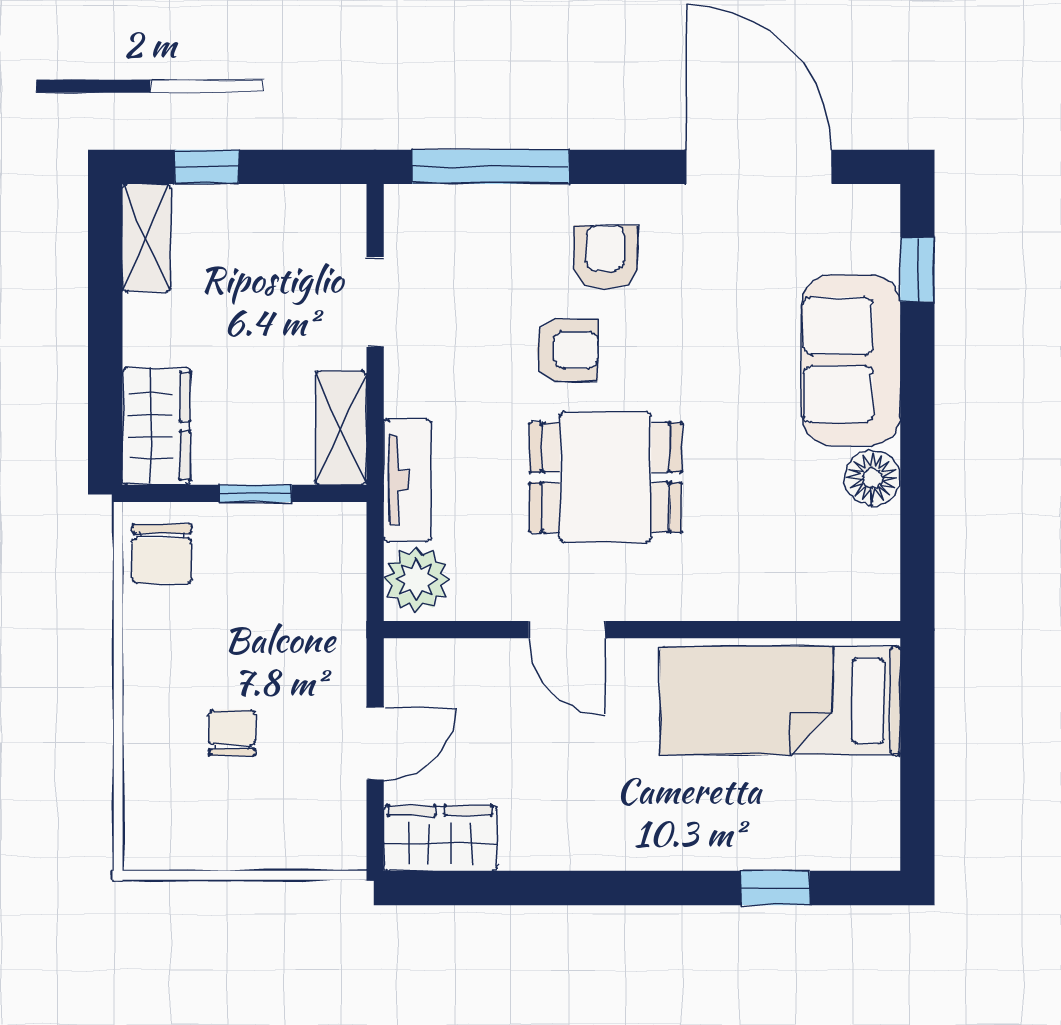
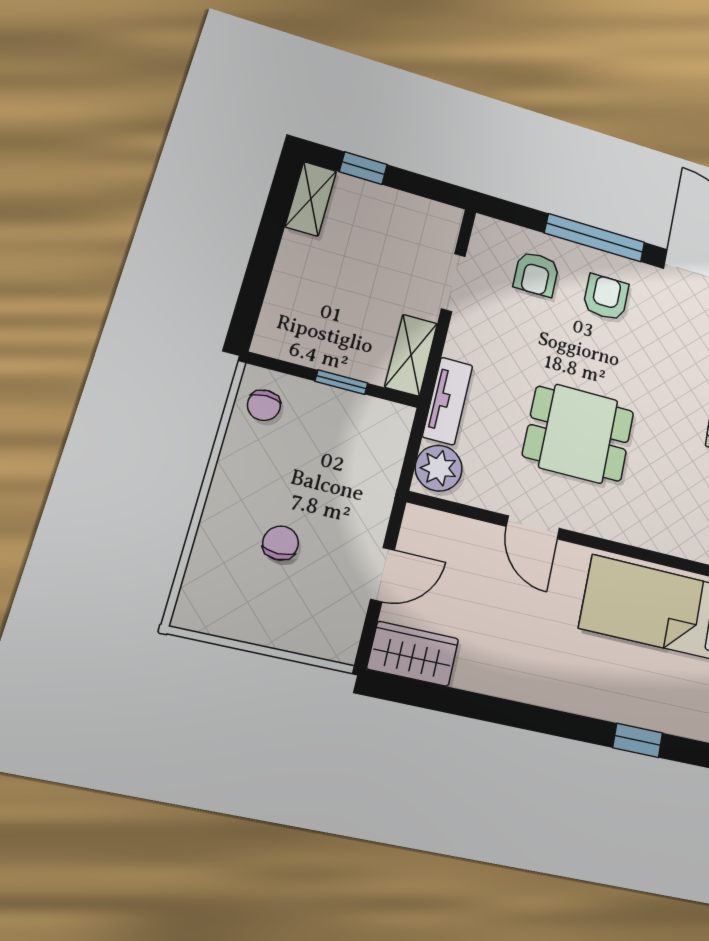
window: (491, 167) -> (595, 238), moved
armchair: (567, 350) -> (536, 274), moved, turned 90
wardrobe: (156, 426) -> (284, 319), removed
chair: (162, 554) -> (264, 405), width x0.73, depth x0.73

